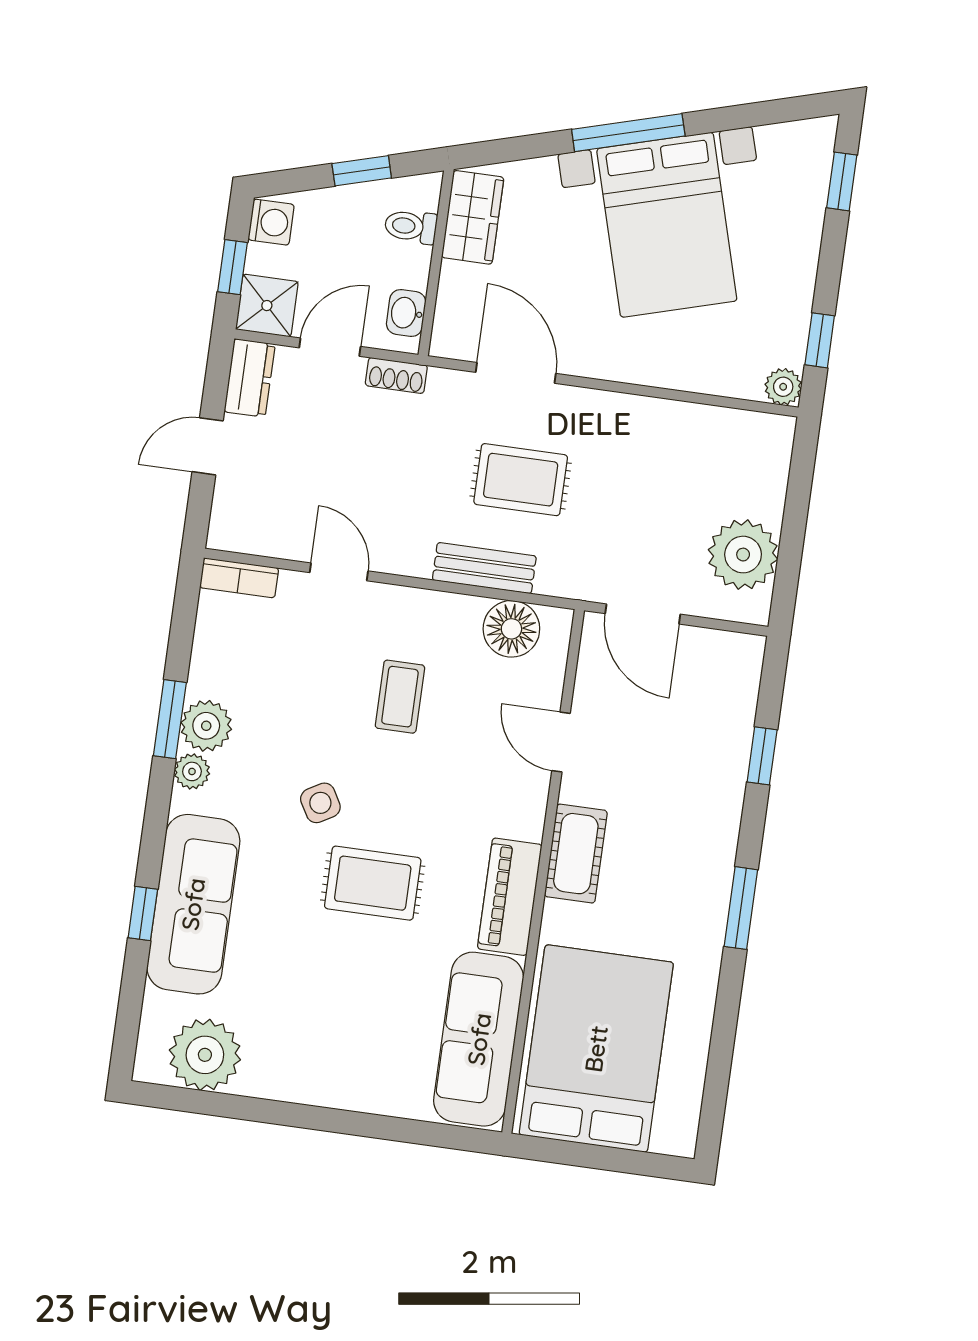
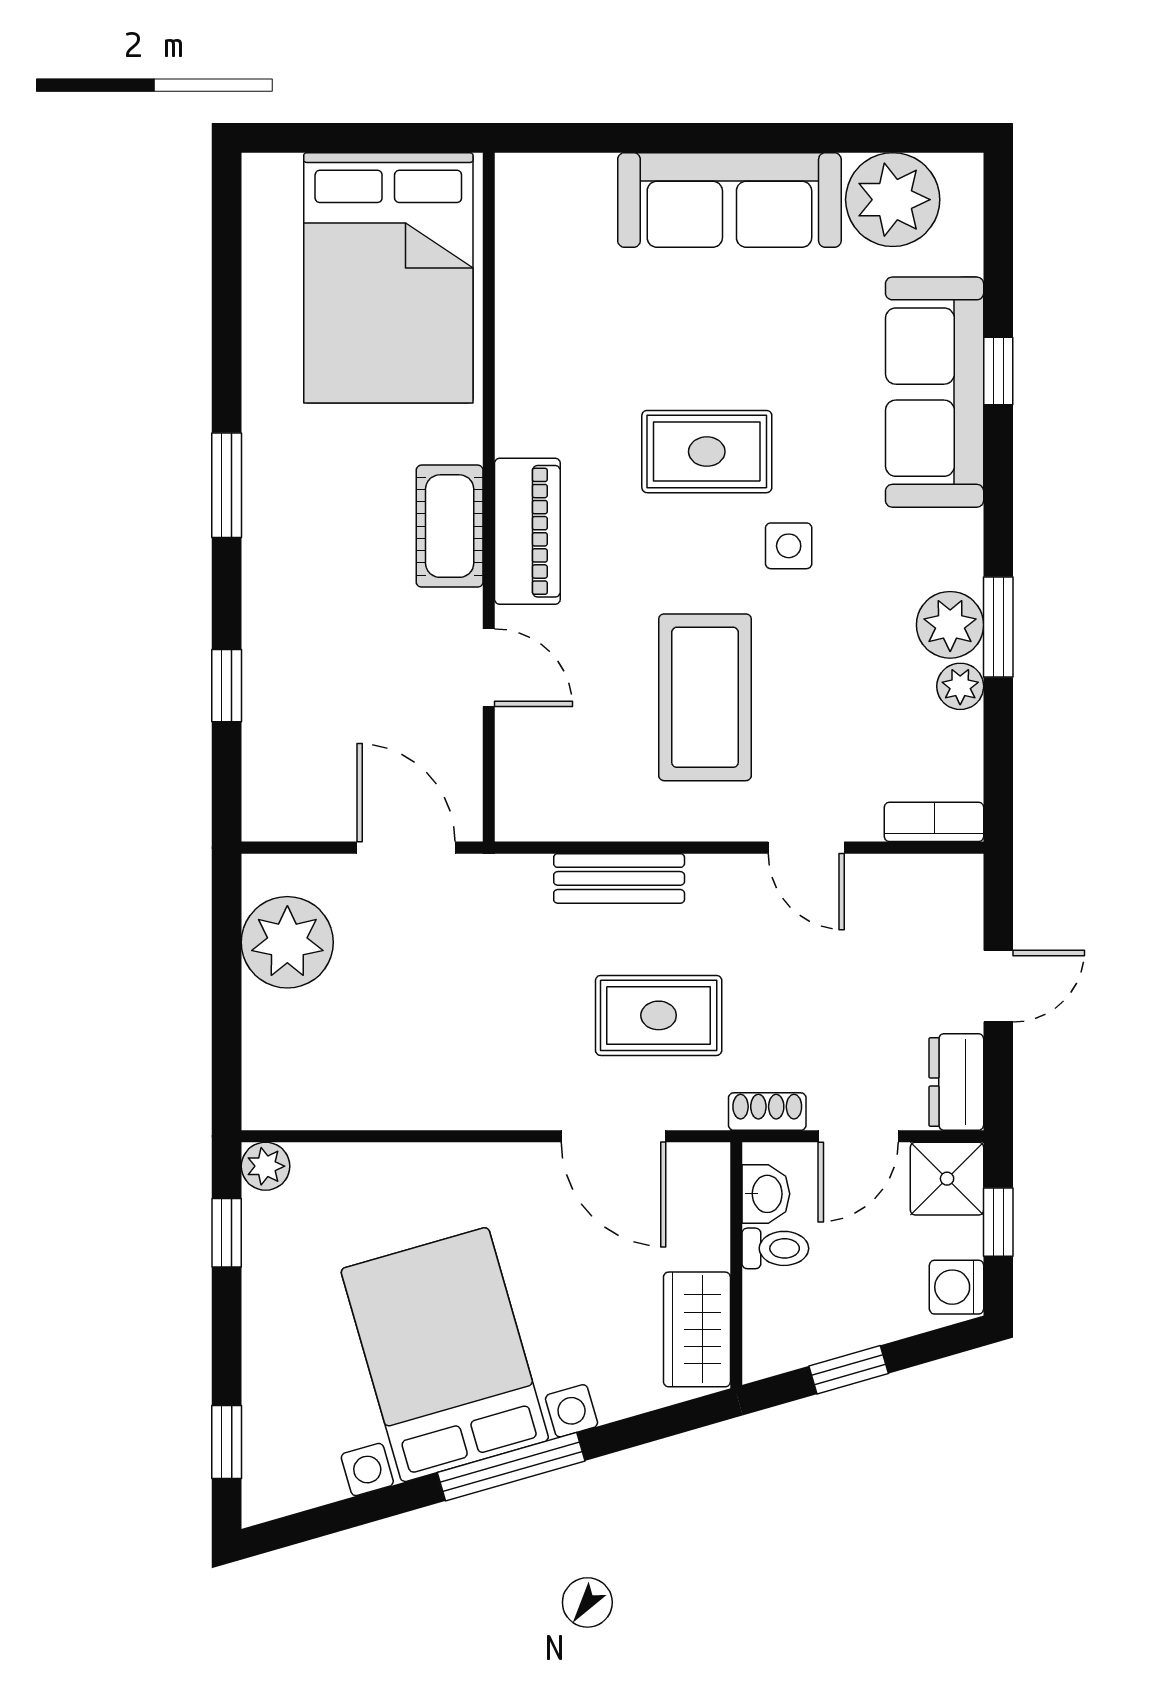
toilet: (411, 226) -> (775, 1248), moved
rug: (521, 480) -> (659, 1015), moved
floor lamp: (511, 629) -> (573, 805), removed
coffee table: (400, 697) -> (705, 697), width x1.86, depth x1.72
plant: (192, 771) -> (960, 686), moved
side table: (320, 803) -> (789, 546), turned 30
piano: (510, 897) -> (527, 531), moved
sofa: (479, 1039) -> (729, 200), moved, turned 90

